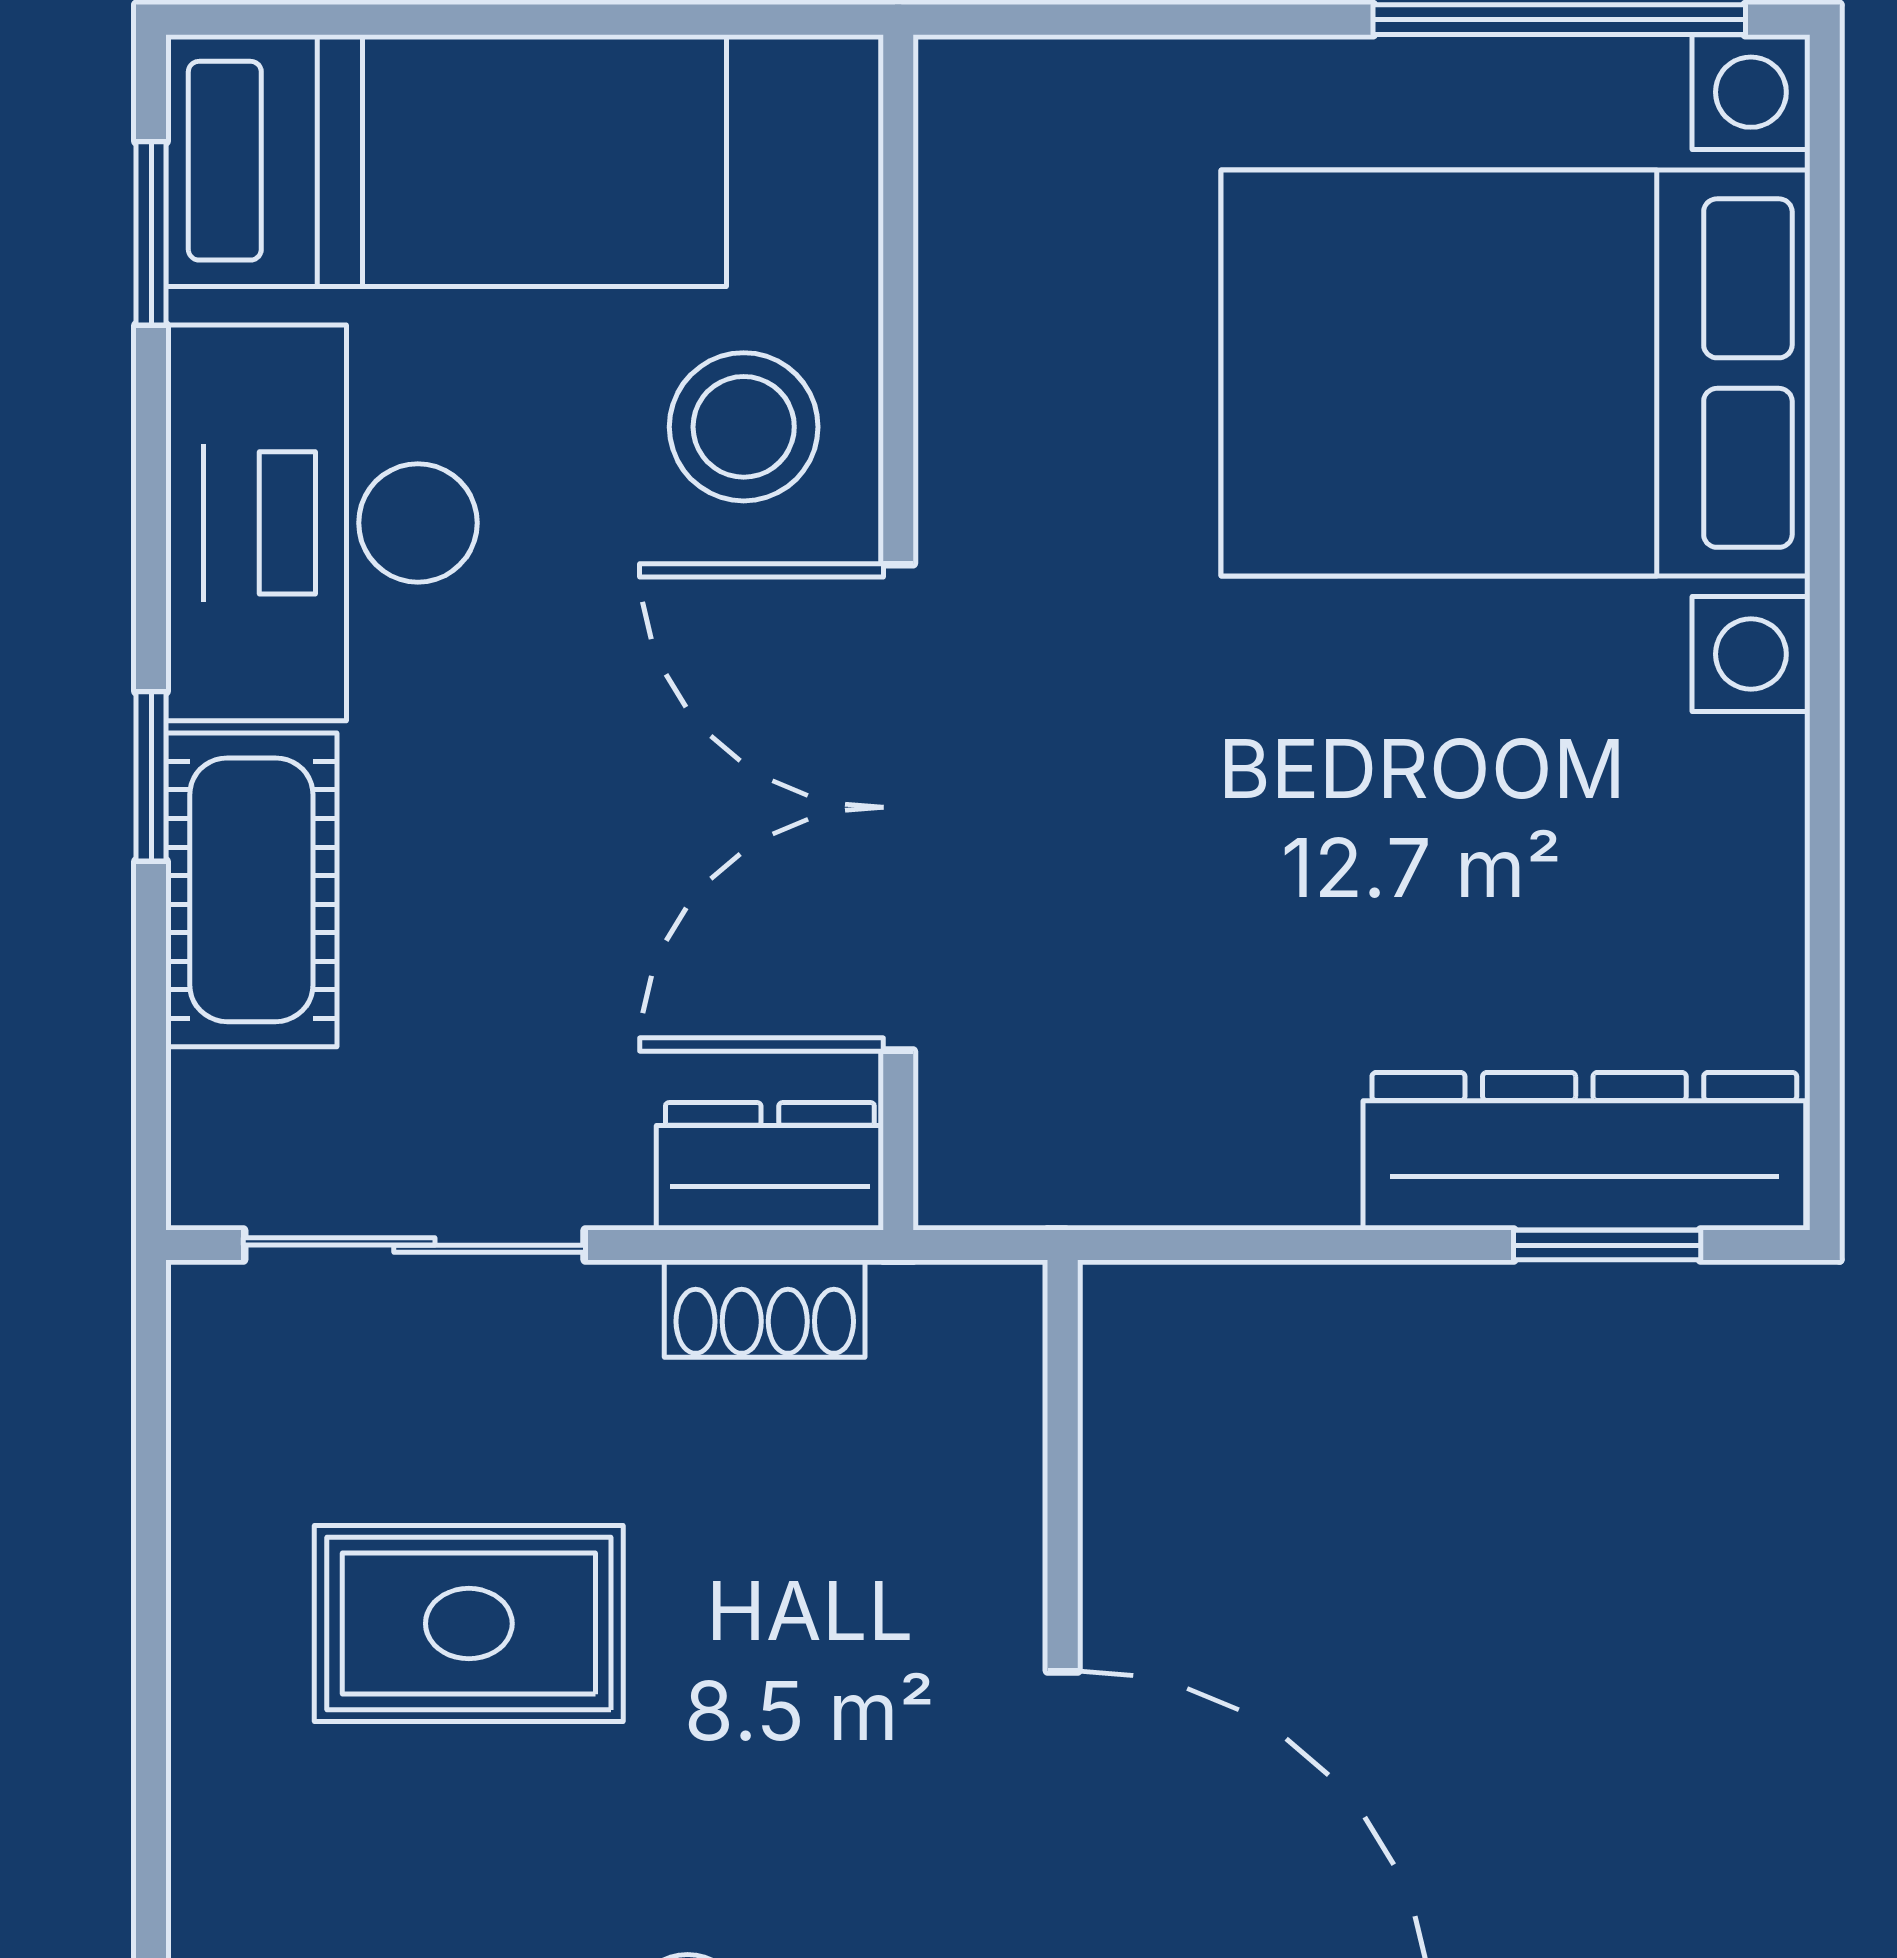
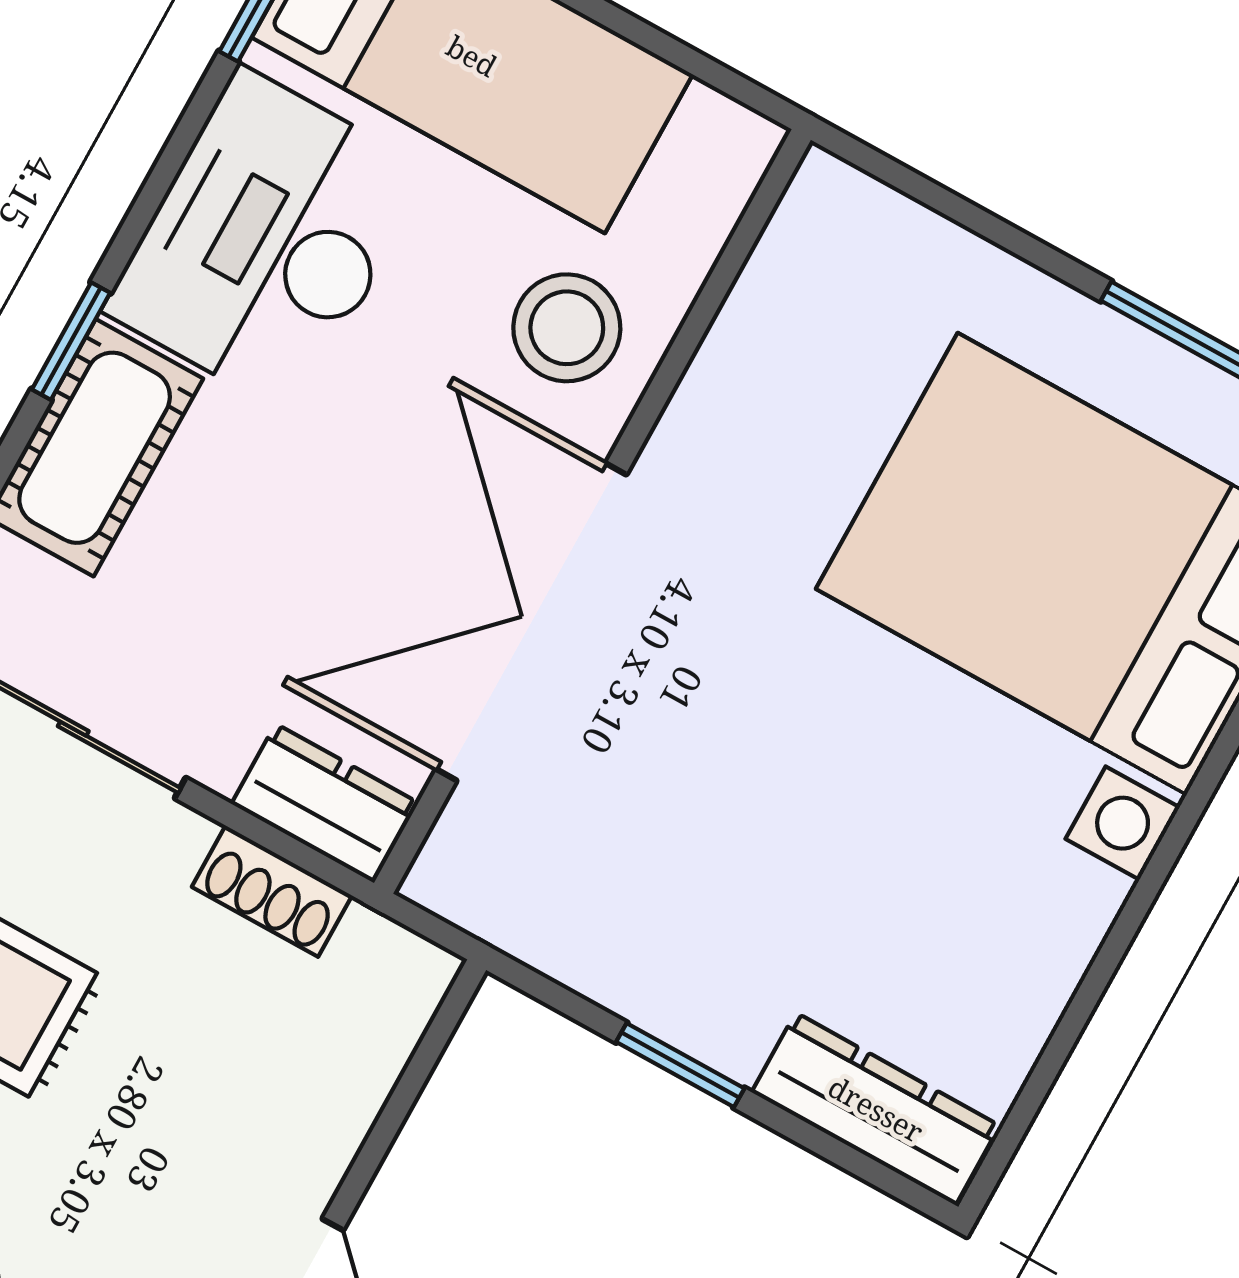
dresser: (1584, 1151) -> (876, 1109), width x0.73, depth x0.80
window: (1607, 1245) -> (680, 1065), moved

